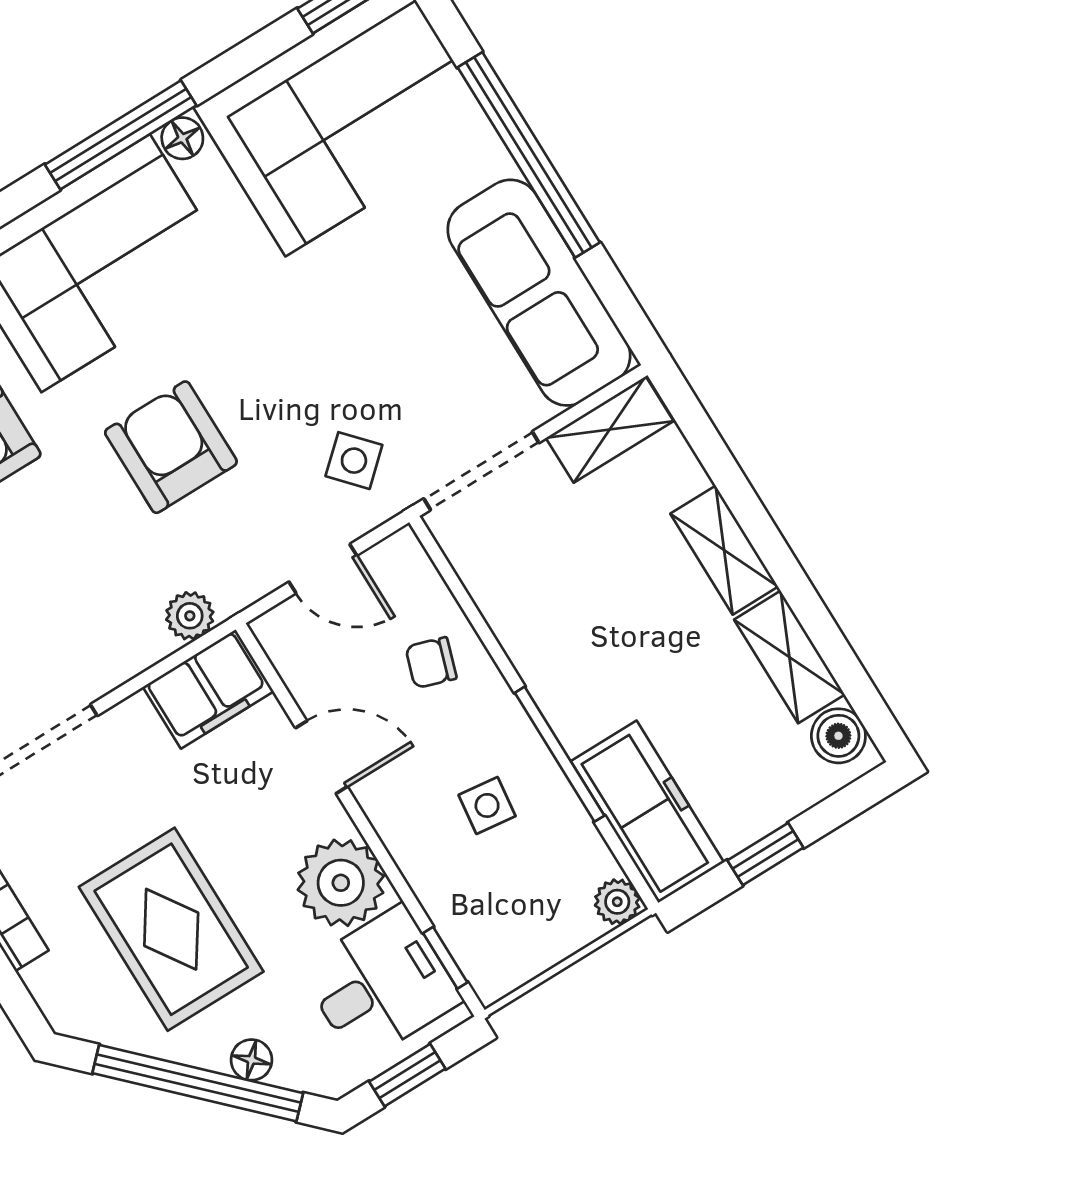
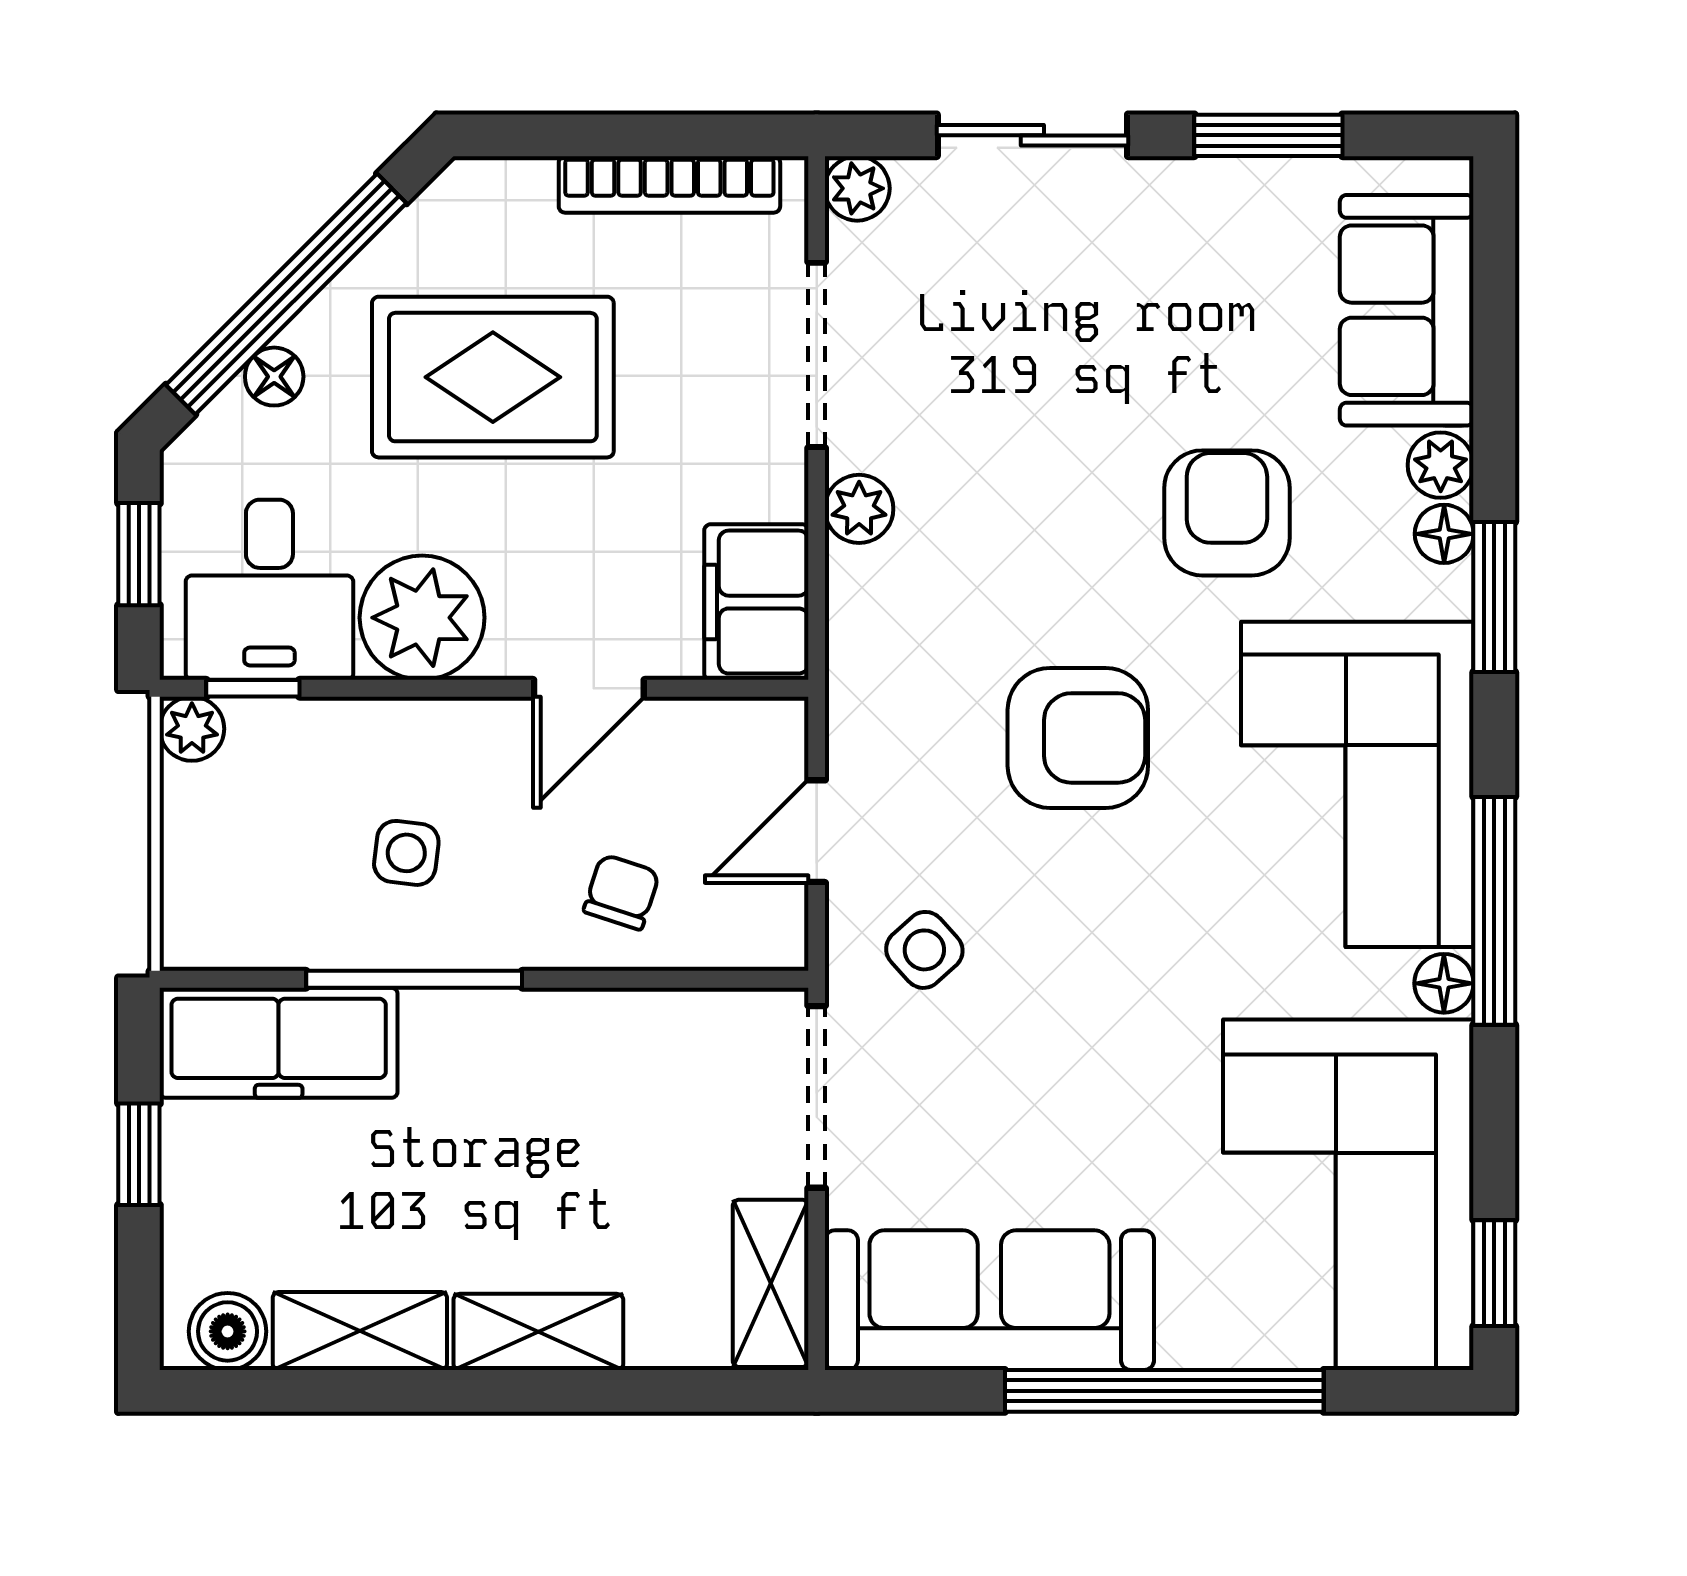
plant: (190, 616) -> (859, 509), moved
plant: (617, 902) -> (192, 729), moved

